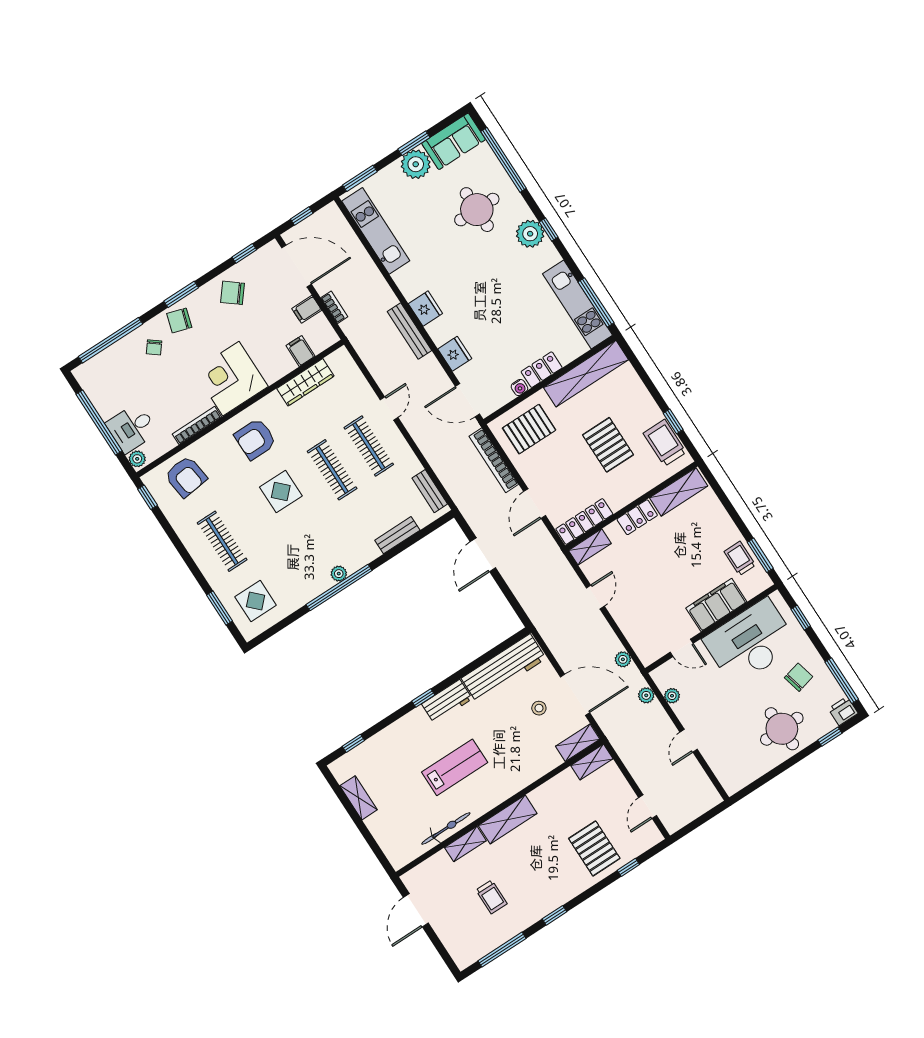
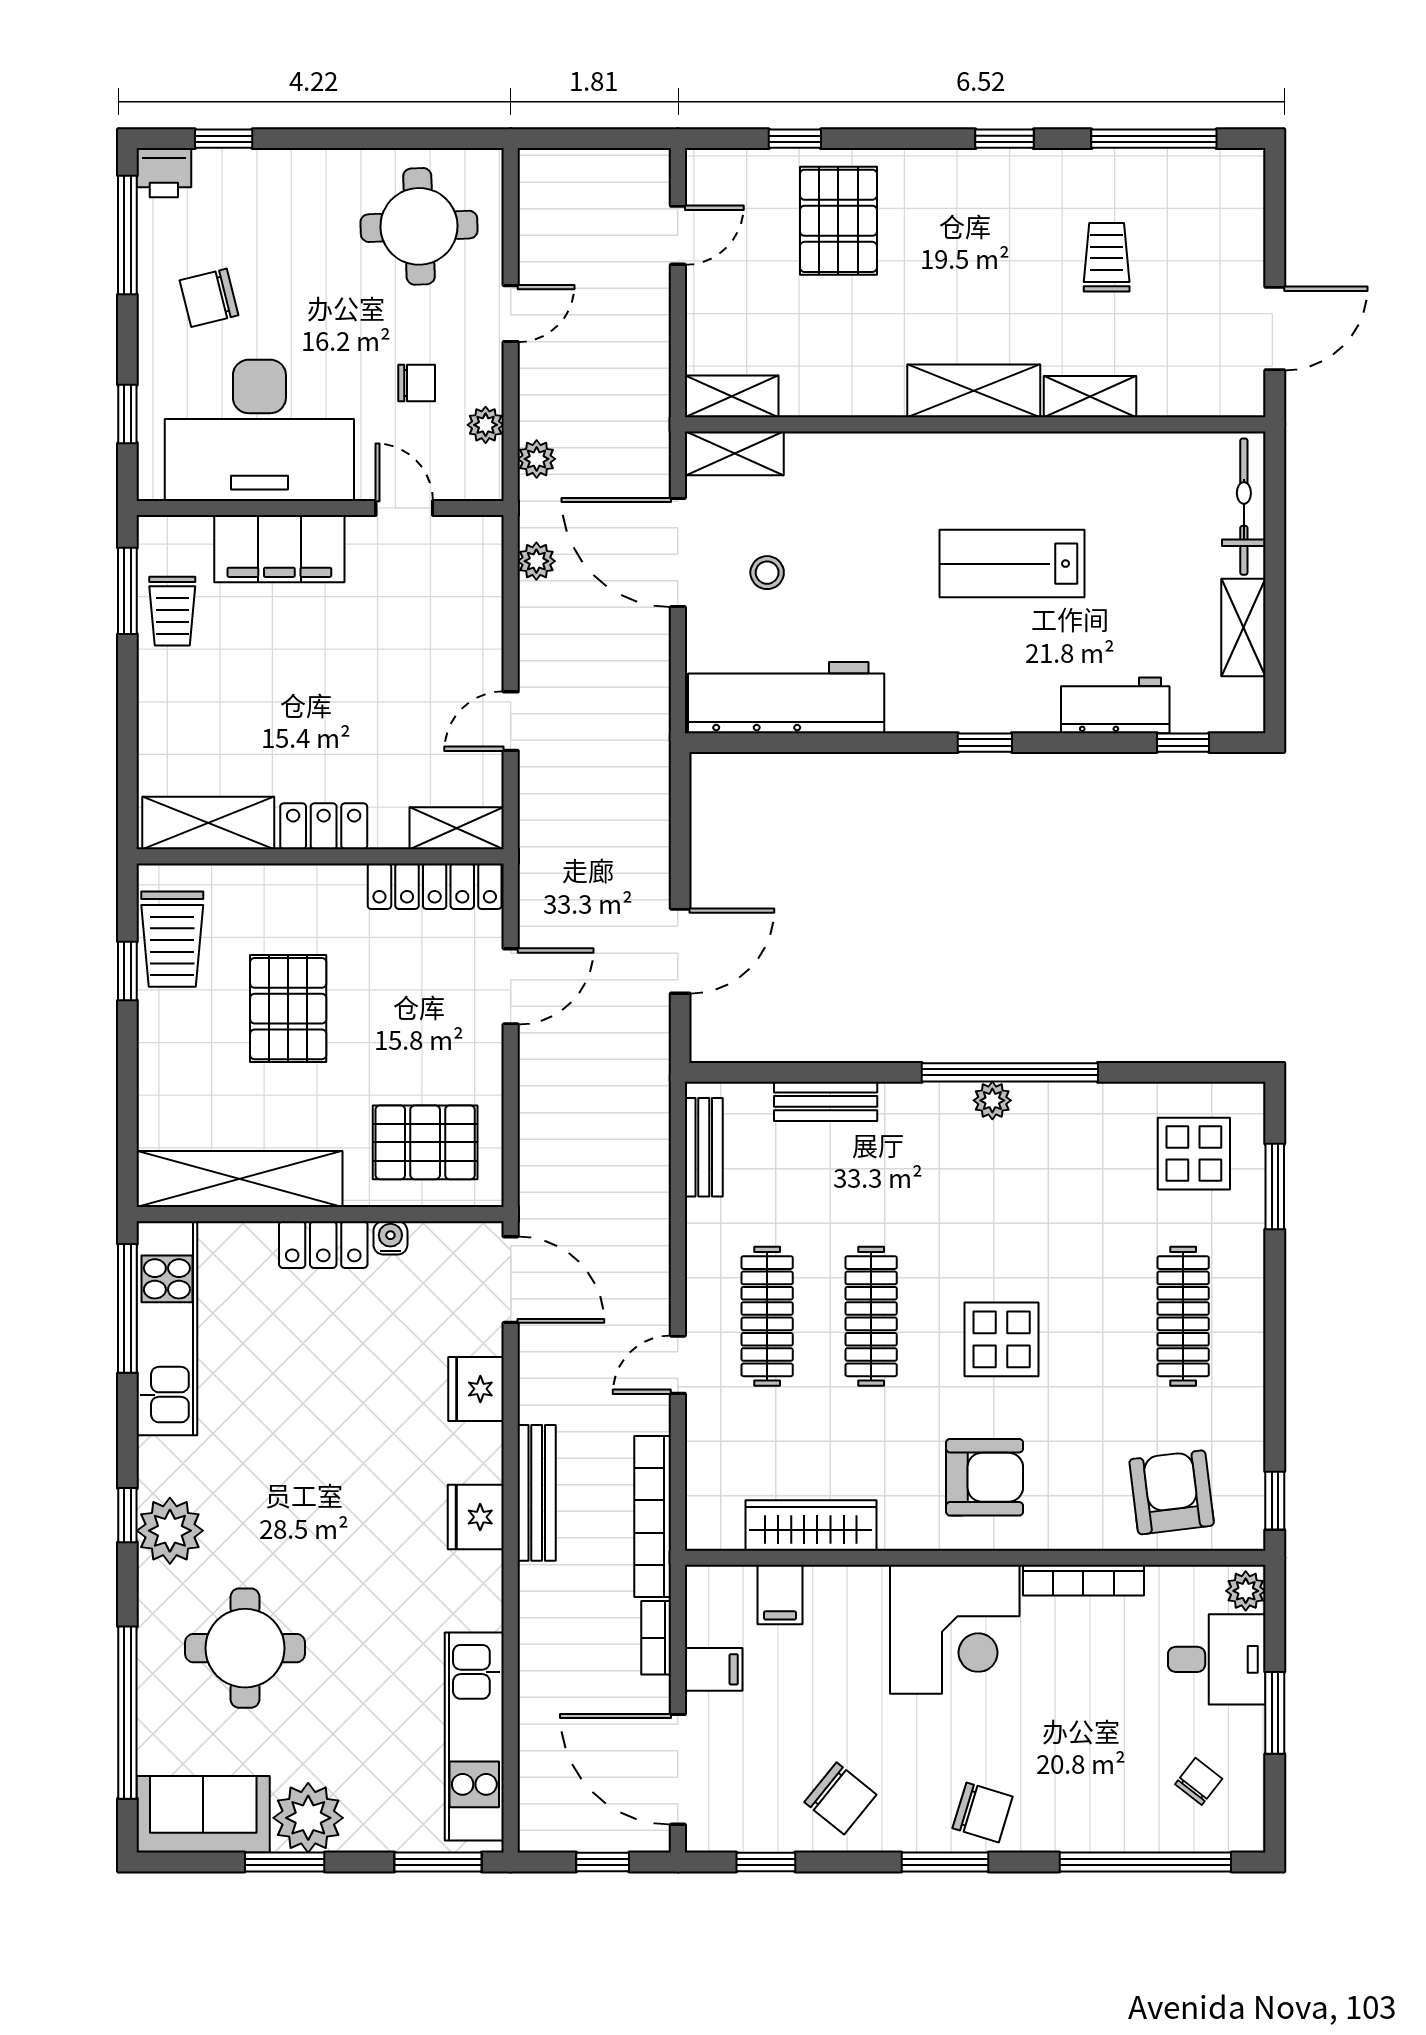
chair: (154, 347) -> (1199, 1781), moved
window: (99, 422) -> (1275, 1713), width x0.47
bookcase: (494, 460) -> (653, 1517), moved, turned 180
chair: (706, 695) -> (417, 383), added
workbench: (447, 701) -> (1115, 705), moved
round table: (782, 729) -> (419, 226), moved
bicycle: (446, 828) -> (1244, 507), moved, turned 90

